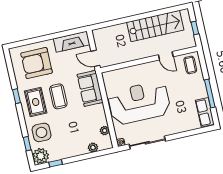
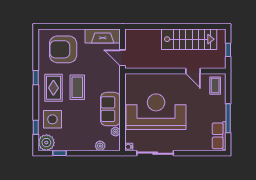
sofa: (90, 88) -> (110, 109), moved

